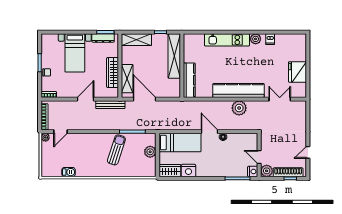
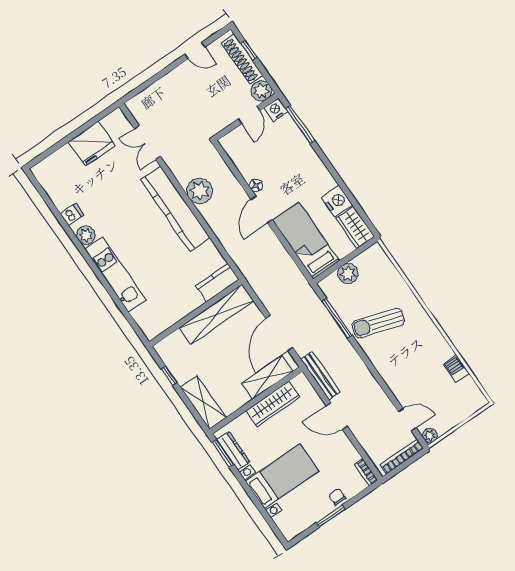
shelving: (174, 56) -> (217, 314), moved
kitchen counter: (189, 80) -> (217, 283), width x0.67

